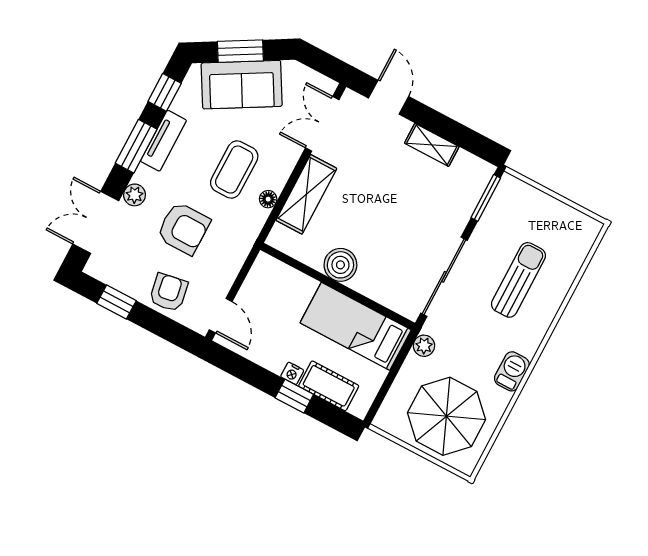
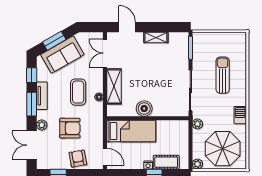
bed: (356, 326) -> (131, 131), moved, turned 180
plant: (385, 420) -> (197, 164), added

